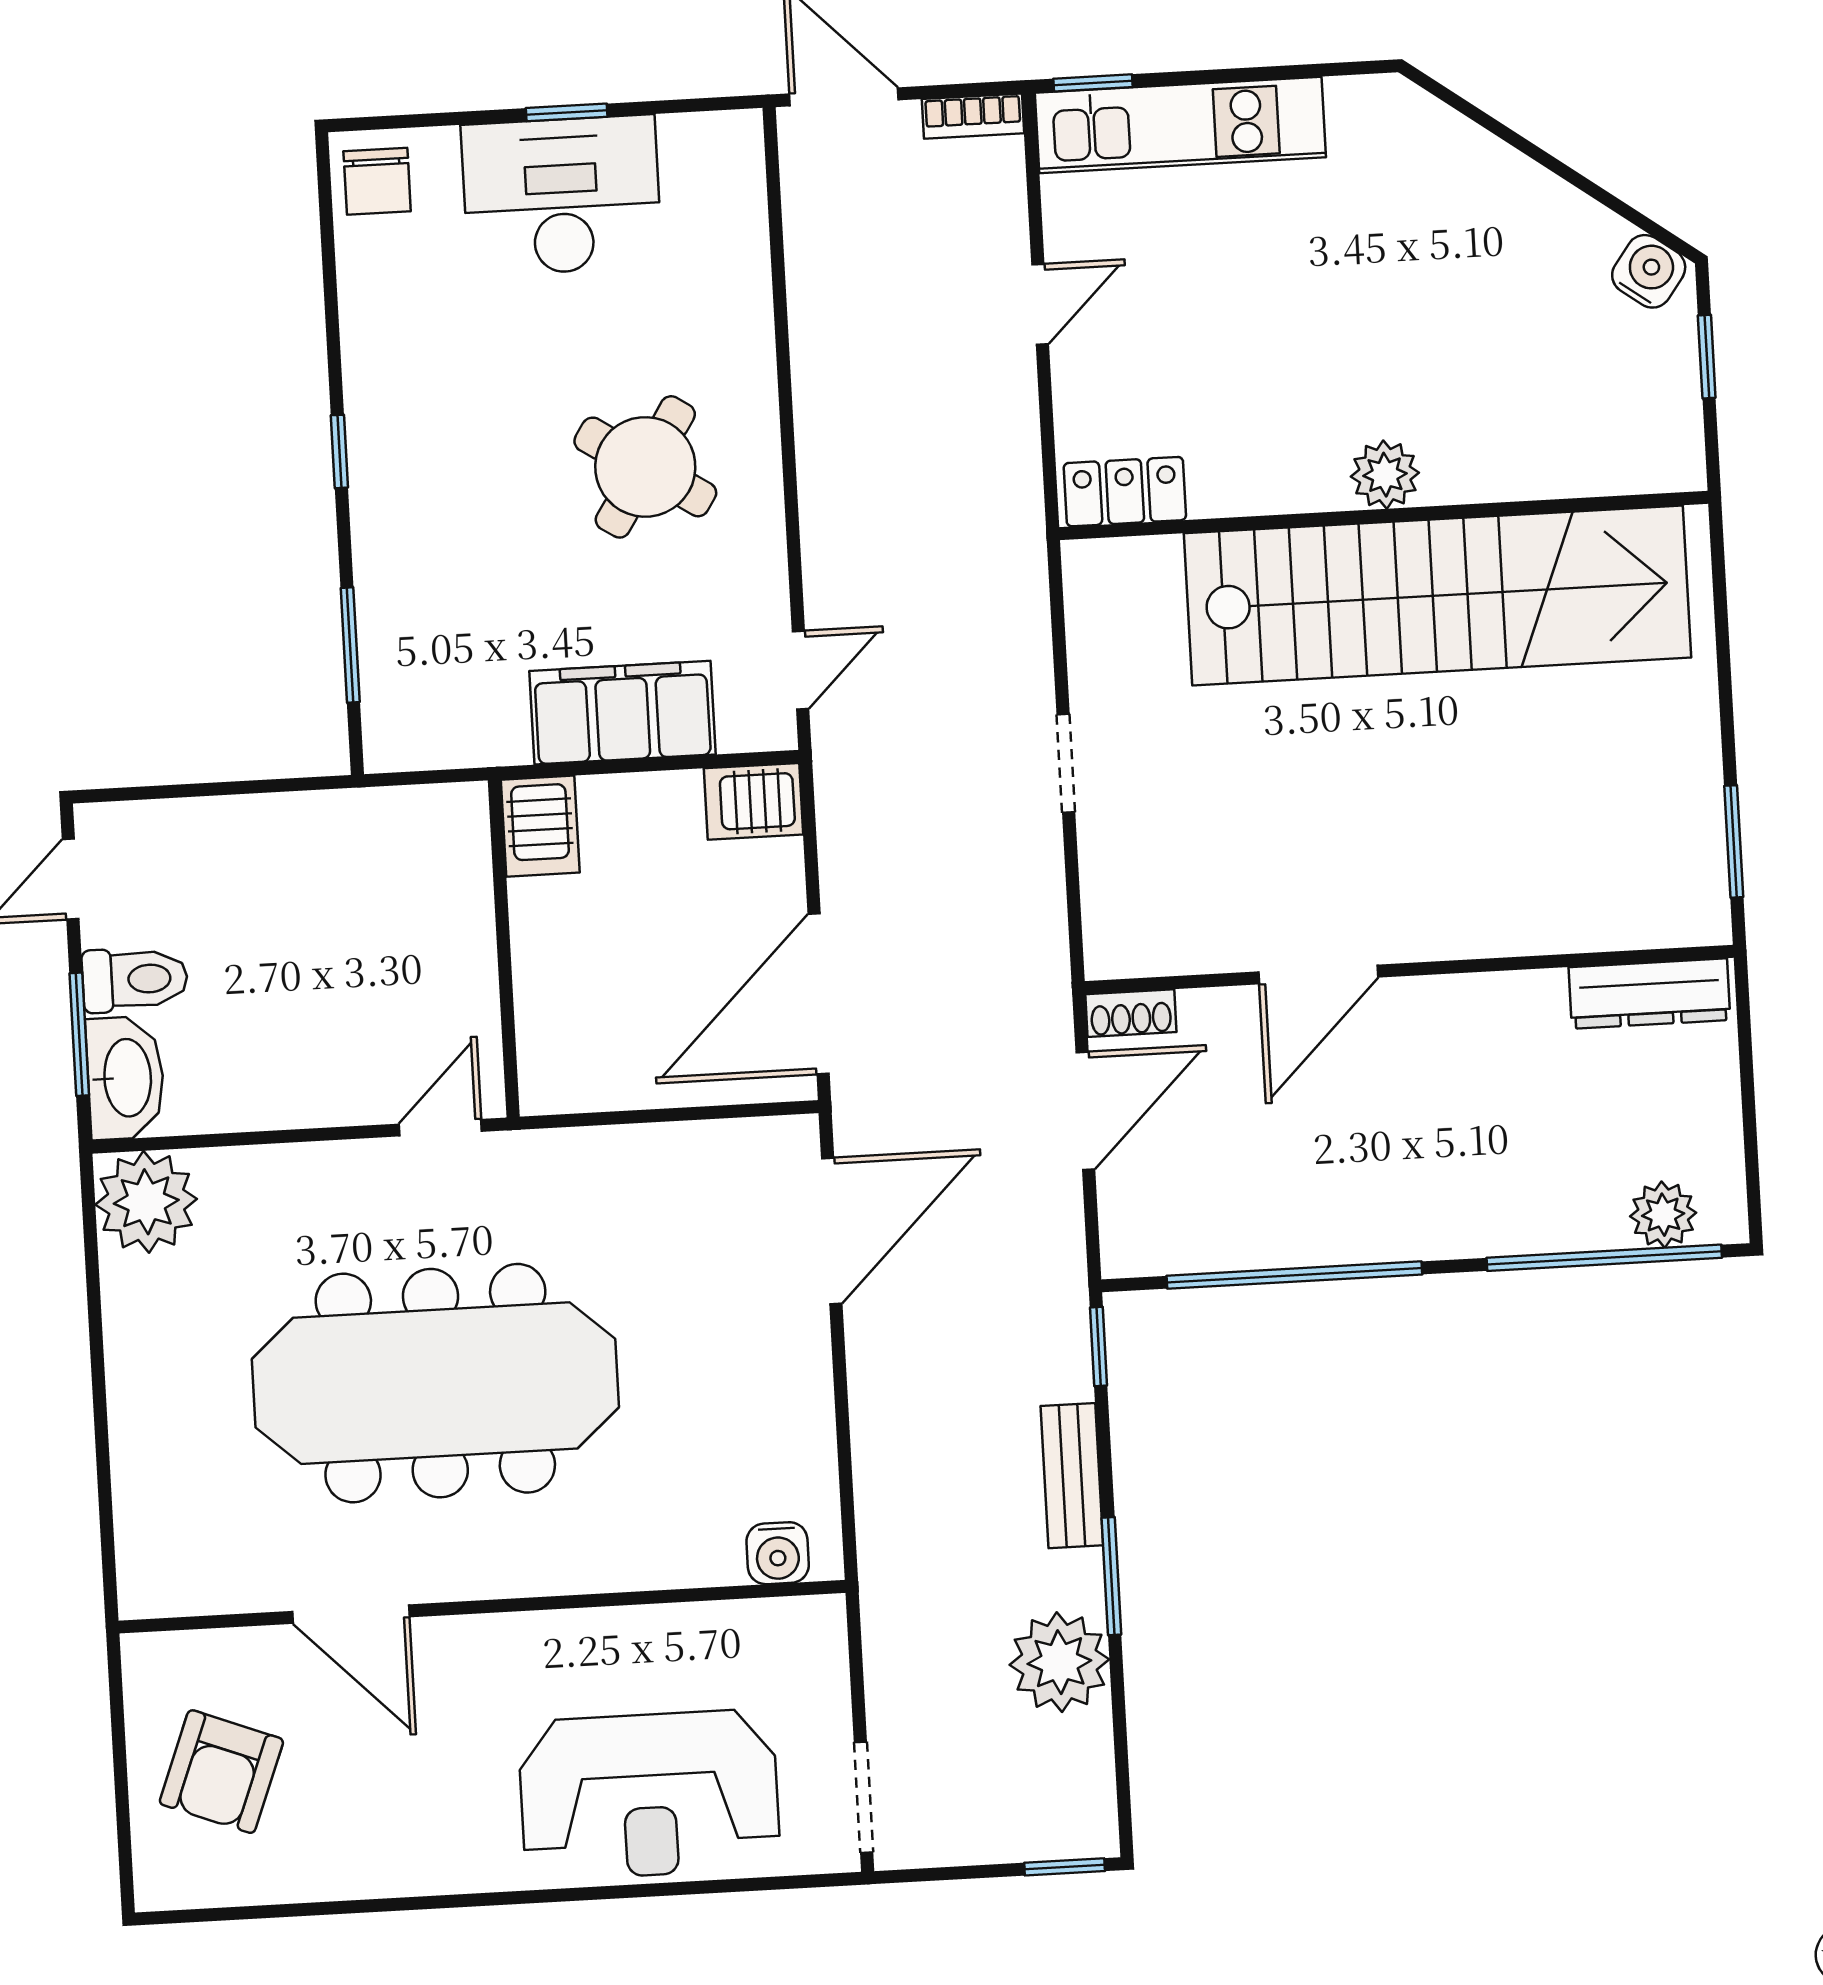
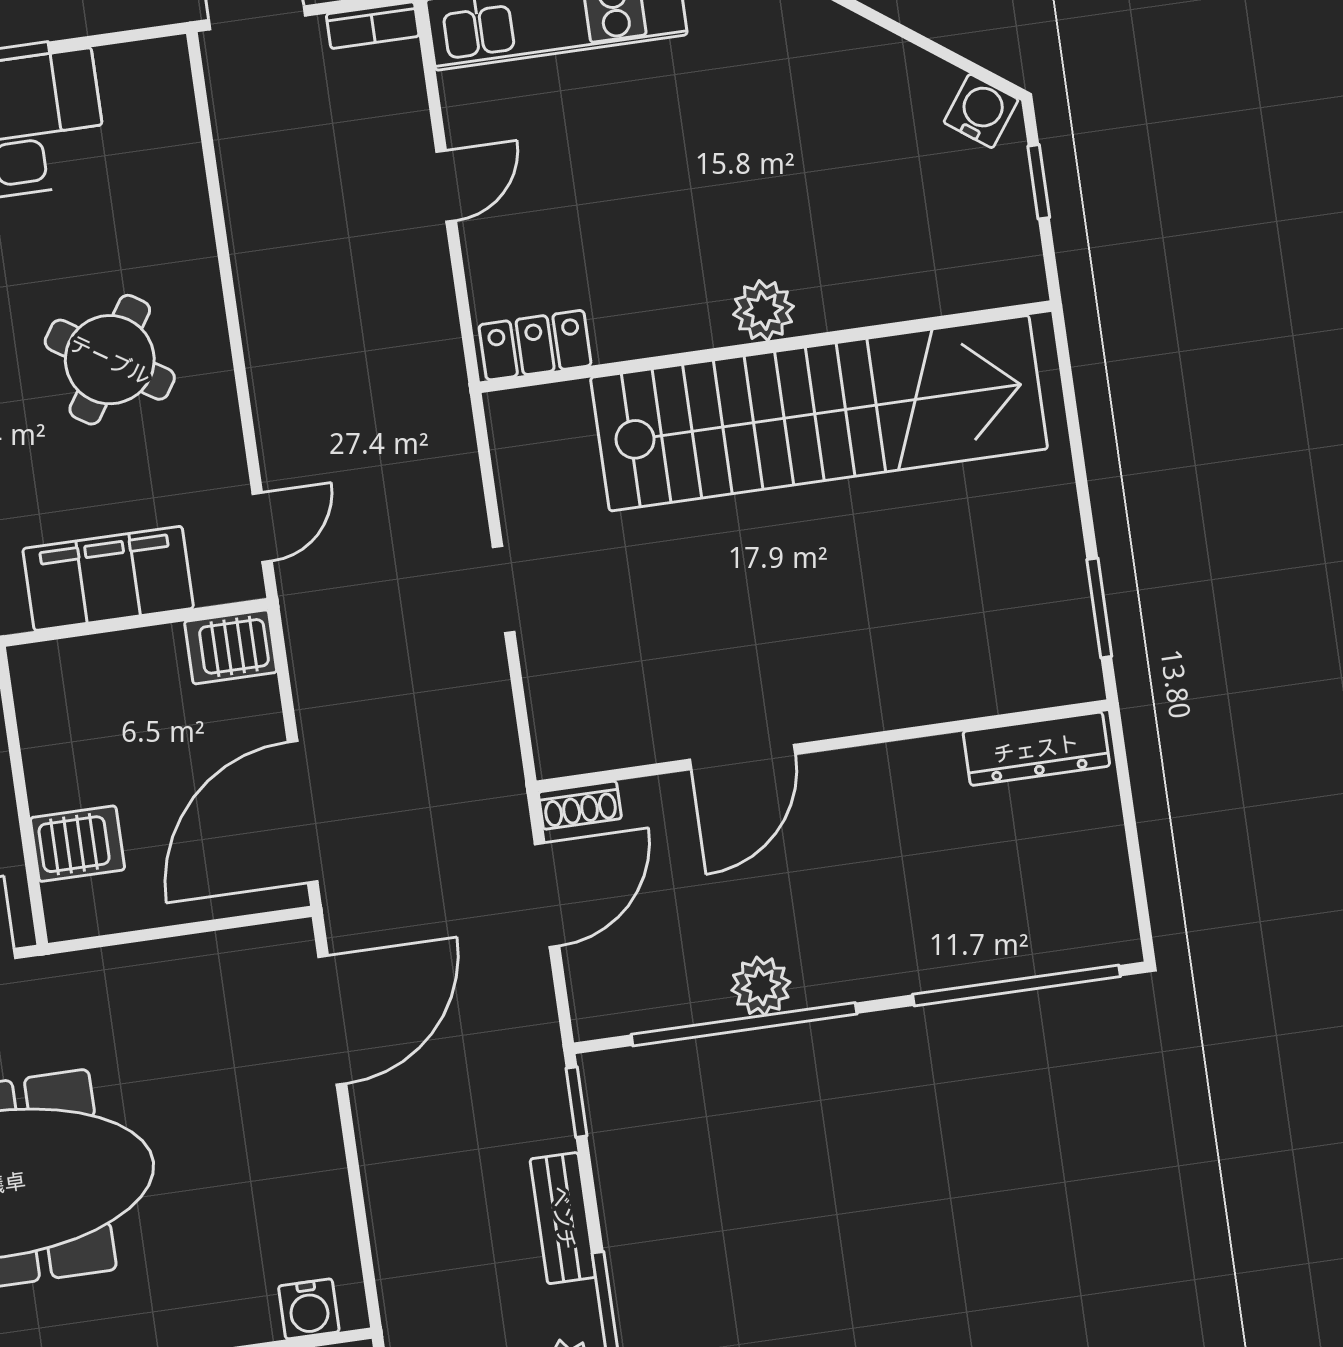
server rack: (540, 826) -> (77, 844), moved, turned -90
plant: (1663, 1215) -> (761, 986), moved

